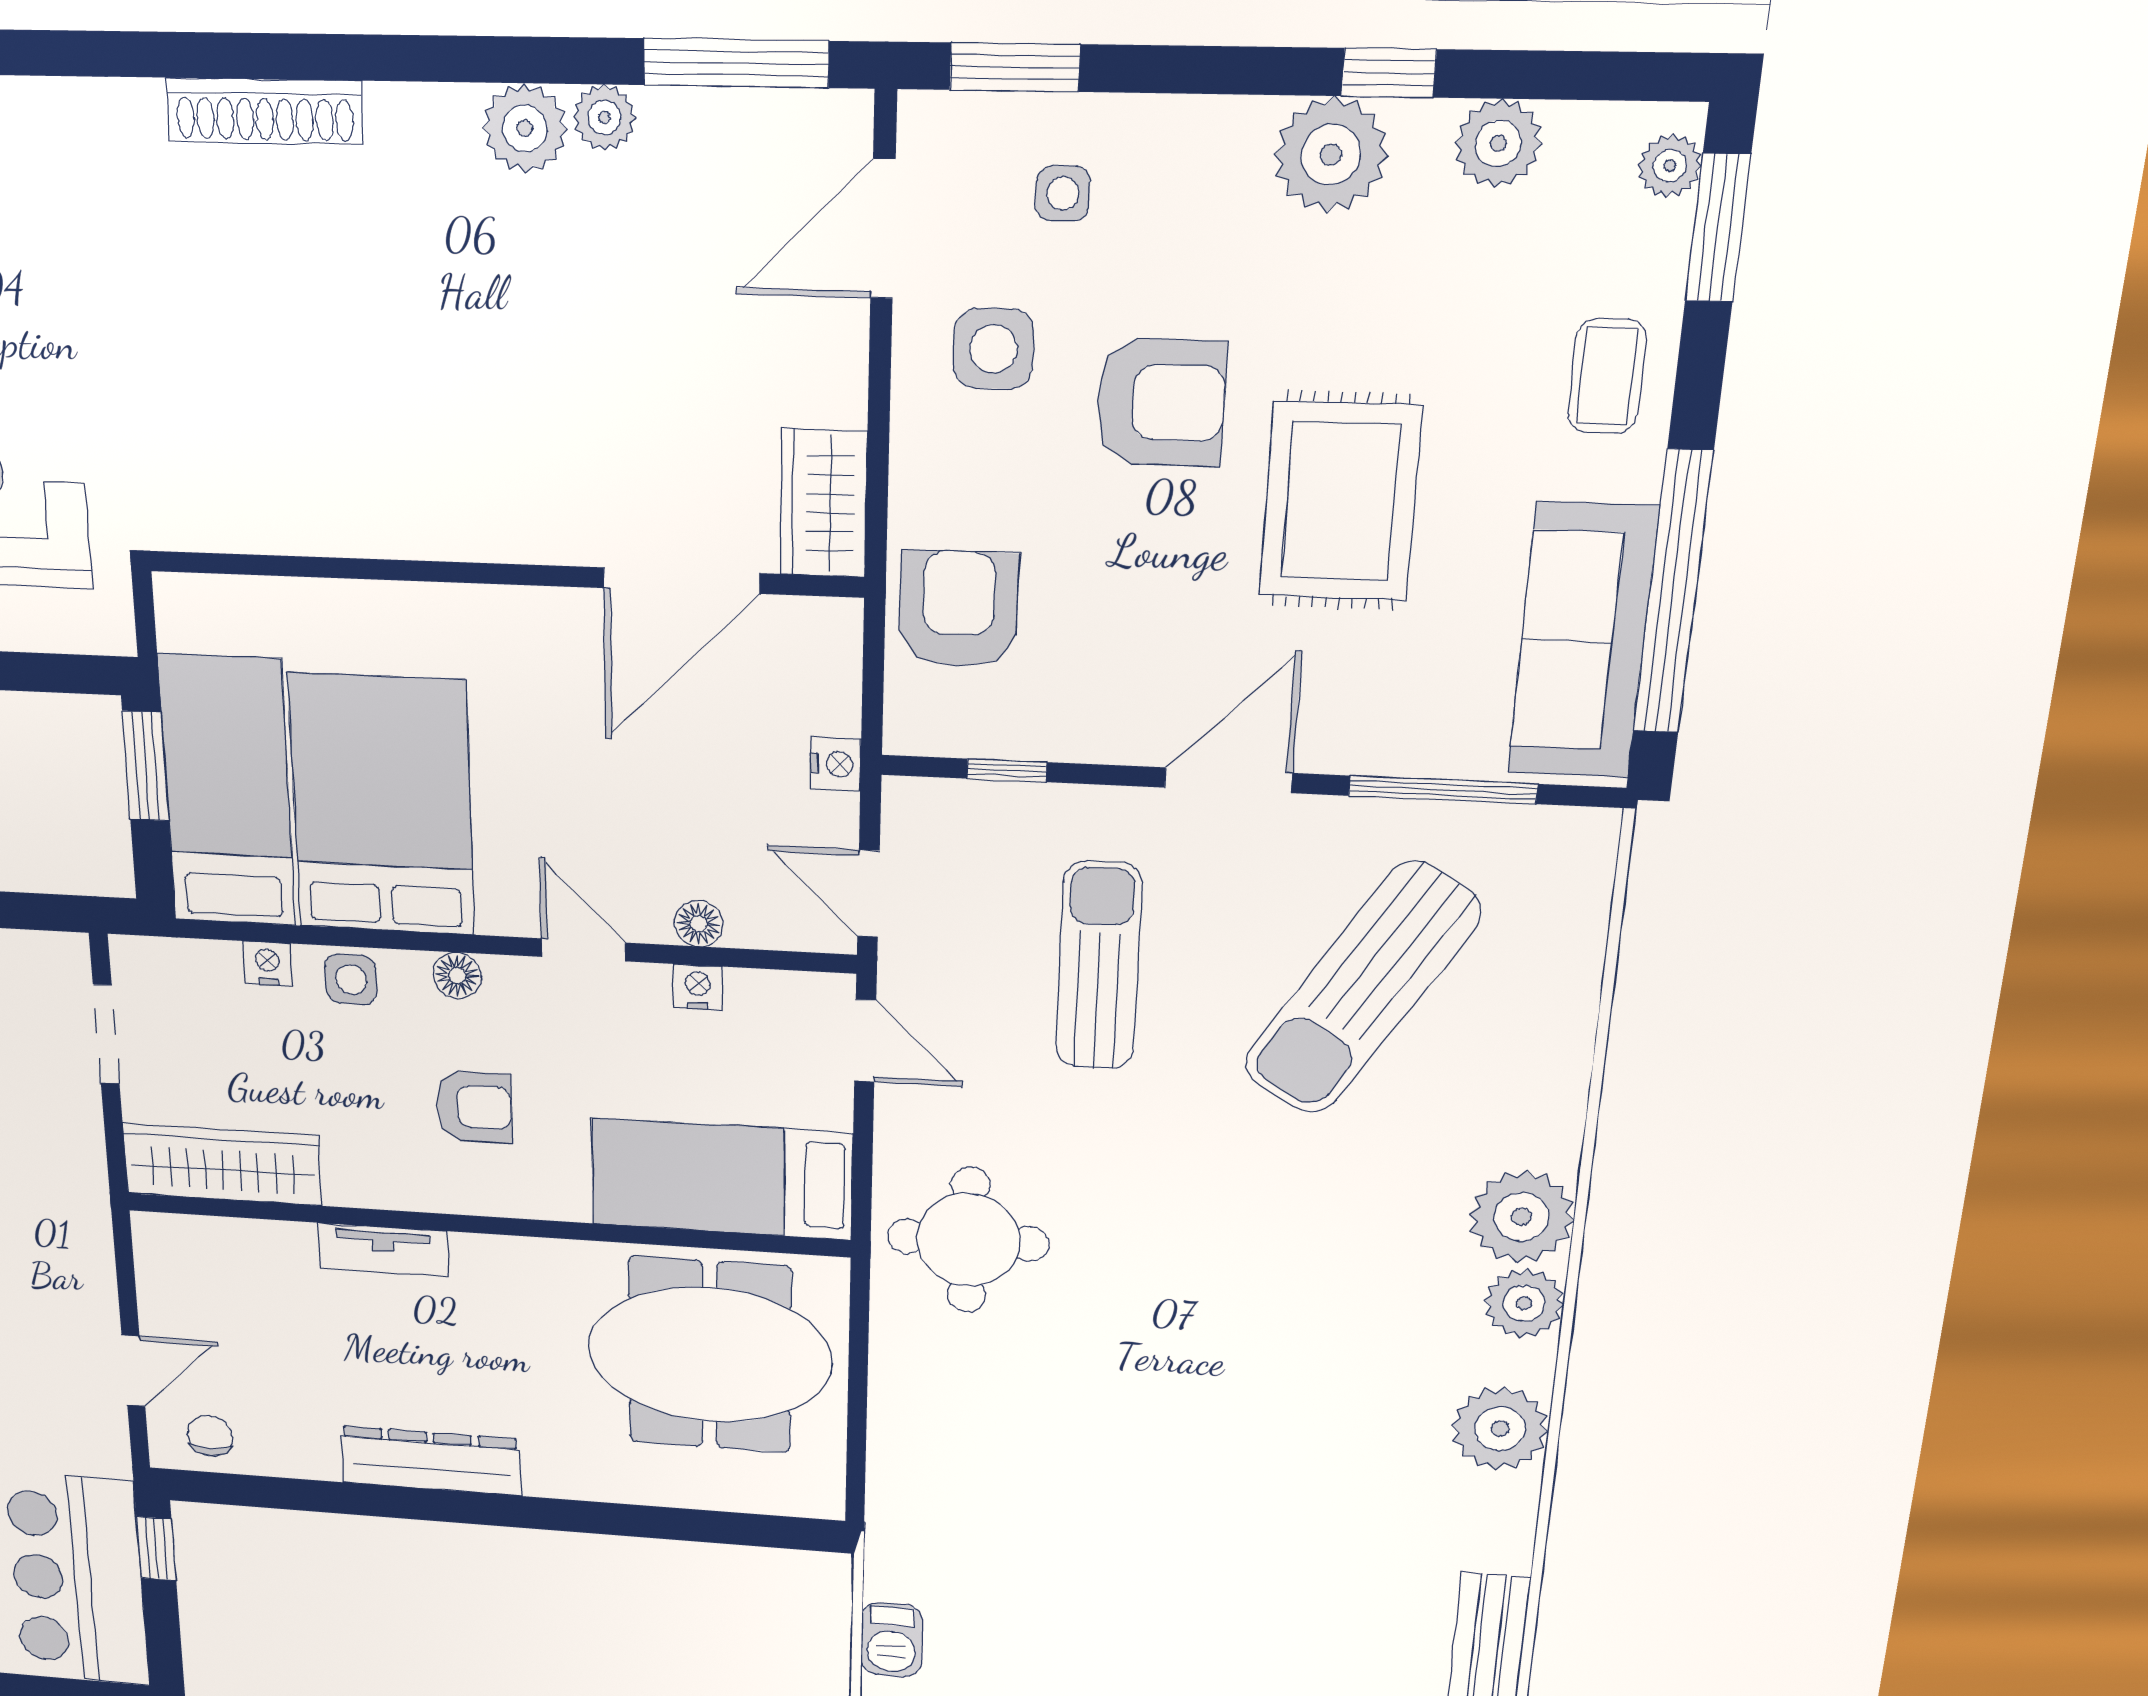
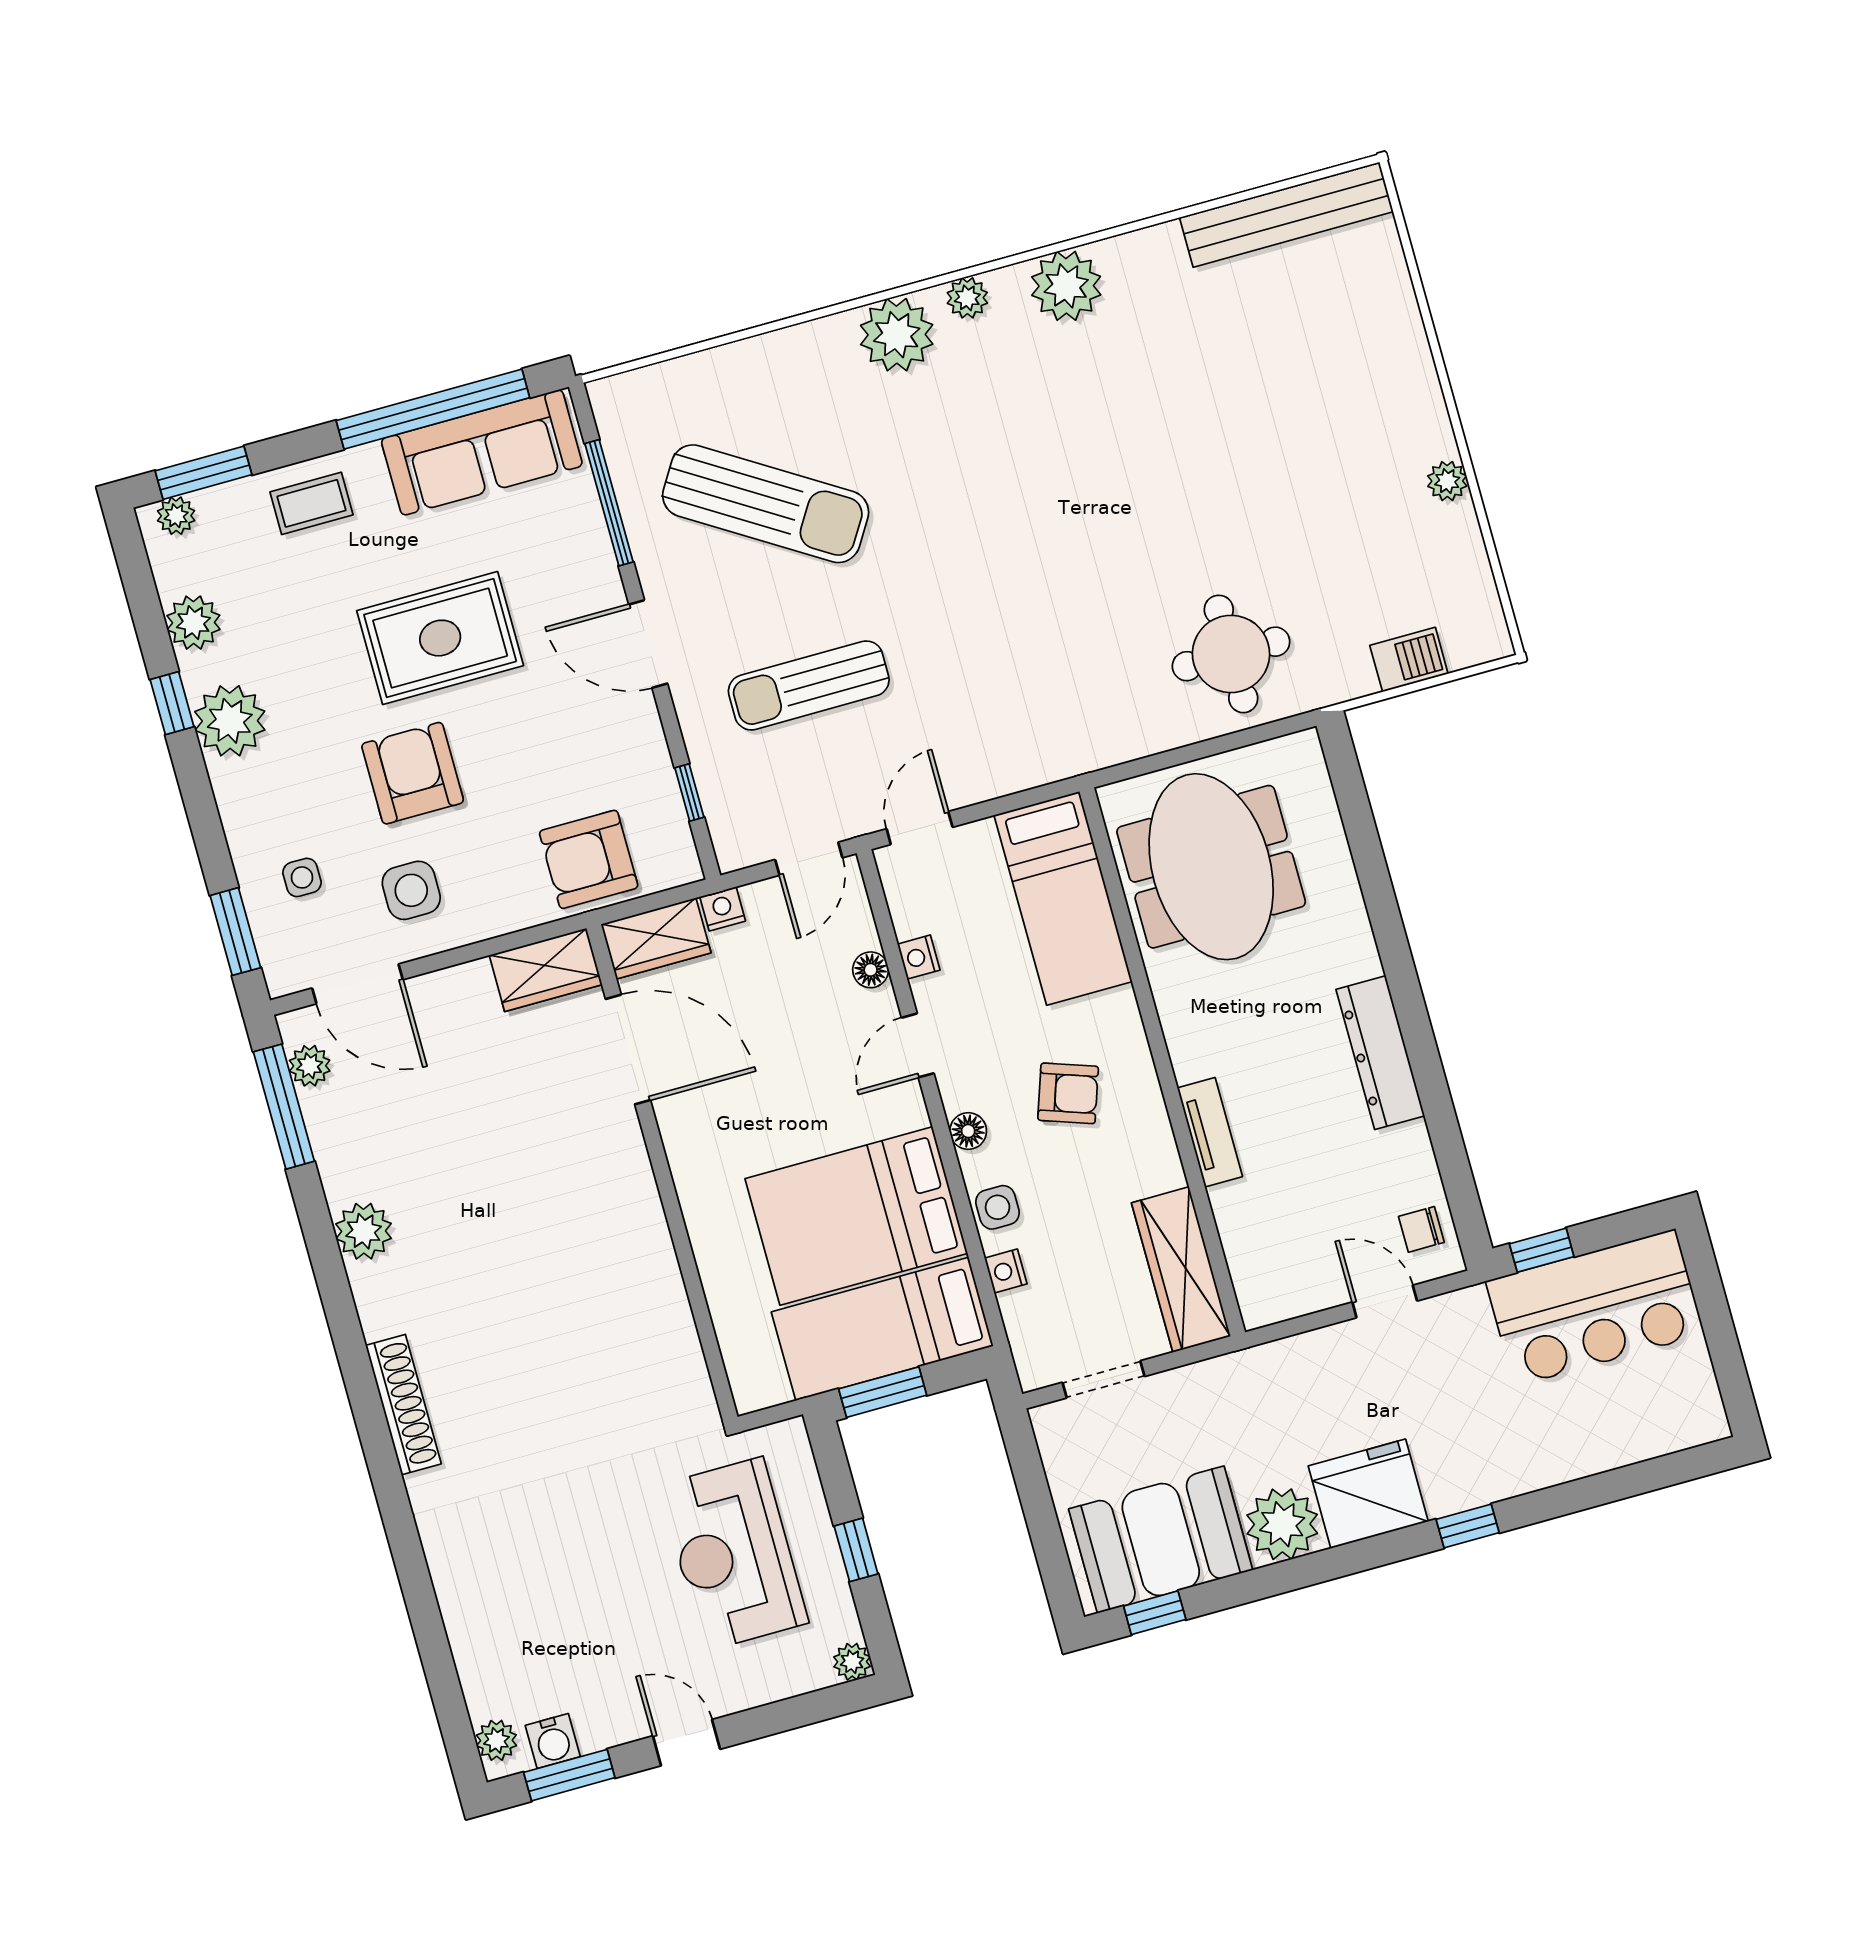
plant: (604, 118) -> (310, 1066), moved
wardrobe: (822, 665) -> (656, 938), added
armchair: (474, 1107) -> (1068, 1093), turned 109
round table: (968, 1240) -> (1231, 654), moved
plant: (1524, 1303) -> (967, 298), width x0.73, depth x0.73

